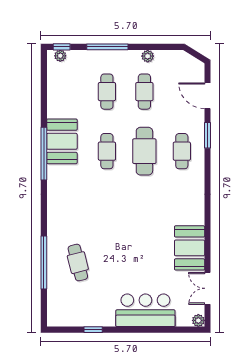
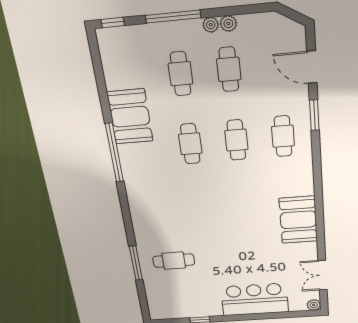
plant: (60, 56) -> (211, 25), moved
booth: (62, 141) -> (130, 117), moved
cafe table: (144, 151) -> (236, 140), width x0.73, depth x0.74
booth: (190, 248) -> (298, 220), moved
window: (44, 262) -> (136, 263), width x0.68
cafe table: (78, 263) -> (174, 261), turned -76

